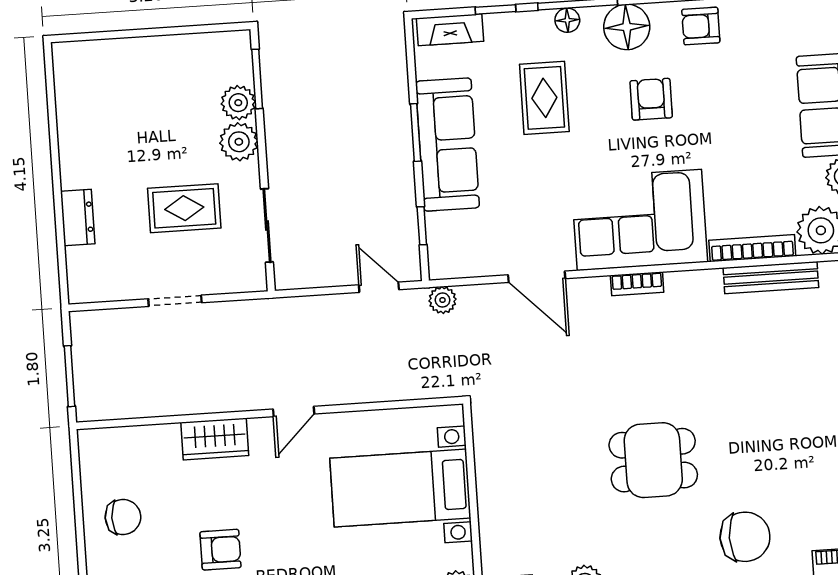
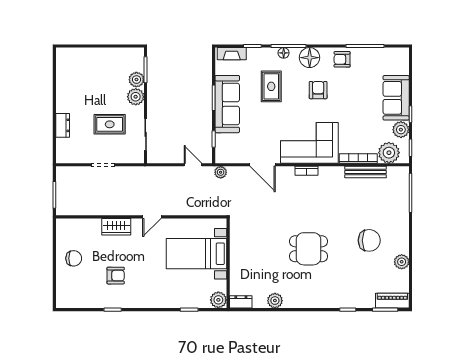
chair: (745, 537) -> (369, 240), moved

